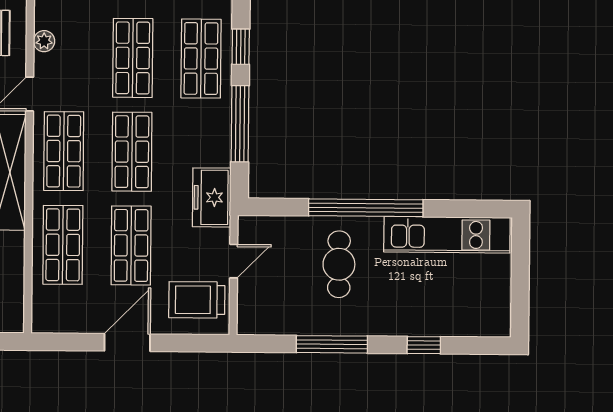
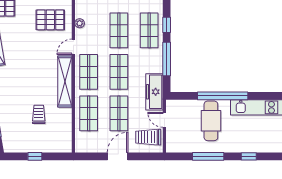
freezer: (212, 197) -> (154, 92), width x1.40
door: (234, 261) -> (164, 120), swing flipped
cafe table: (339, 264) -> (211, 121), width x1.37, depth x1.35

